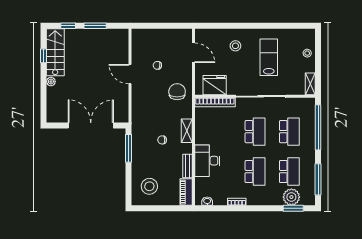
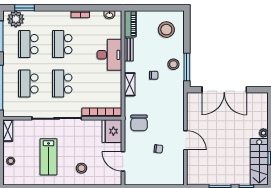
fridge: (215, 85) -> (112, 131), moved, turned 90
stool: (142, 151) -> (173, 64), added
plant: (291, 197) -> (16, 19), moved

